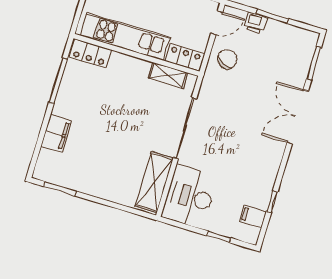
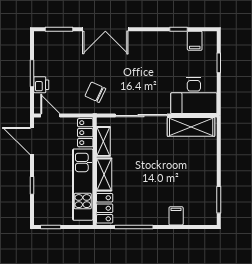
chair: (227, 59) -> (95, 92), moved
shelving: (130, 65) -> (104, 174), added
filing cabinet: (56, 134) -> (176, 216), width x0.50

